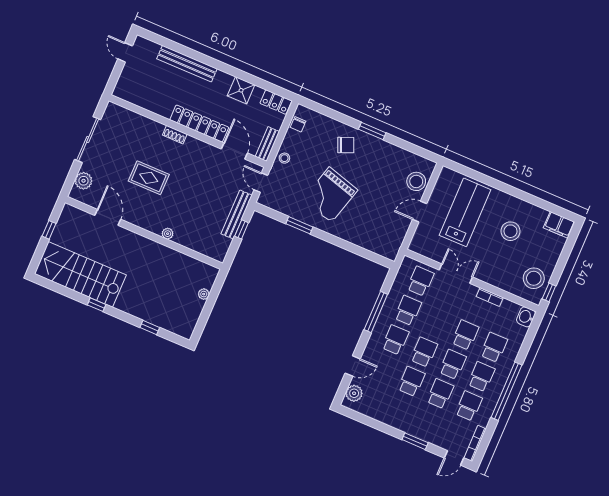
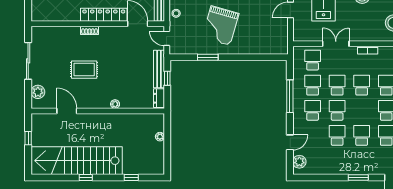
dresser: (222, 249) -> (159, 98), added
stairs: (80, 274) -> (77, 161), width x1.36
school desk: (453, 364) -> (337, 85), moved

